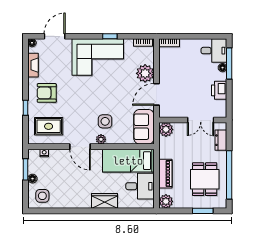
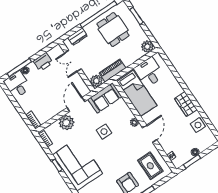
door: (156, 94) -> (76, 104), swing flipped
double door: (201, 120) -> (73, 61), swing flipped
side table: (105, 121) -> (104, 132), moved
piano: (165, 174) -> (113, 71), moved
dining table: (205, 179) -> (113, 30), turned 90
side table: (42, 196) -> (198, 125), moved
wardrobe: (104, 201) -> (186, 104), moved

